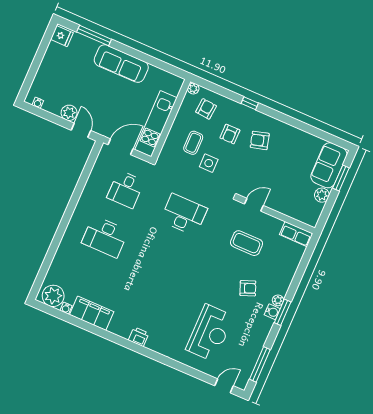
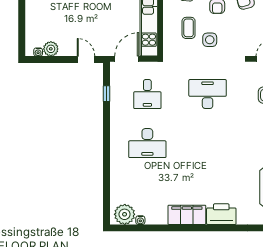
plant: (69, 113) -> (51, 49), moved
window: (86, 172) -> (107, 94), added
filing cabinet: (92, 313) -> (187, 215), moved
printer: (139, 337) -> (221, 214), width x1.87, depth x1.48

